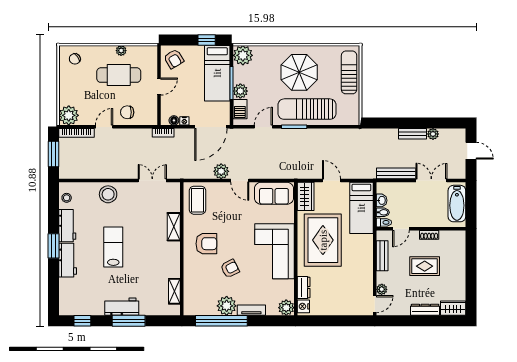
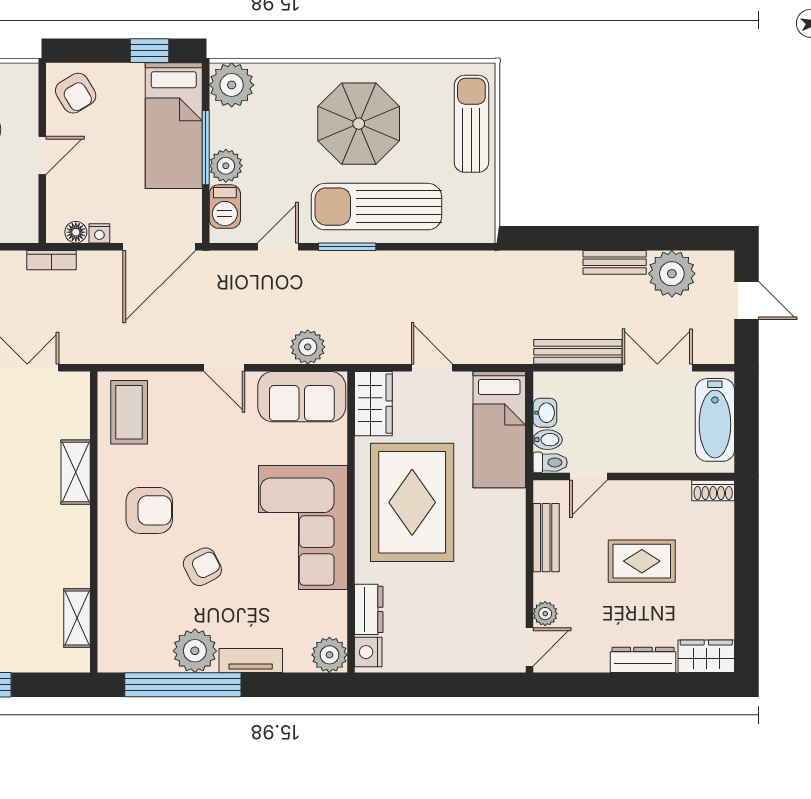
plant: (433, 134) -> (672, 274), width x1.88, depth x1.88
plant: (221, 171) -> (308, 347), moved
shoe rack: (429, 235) -> (713, 491), moved

